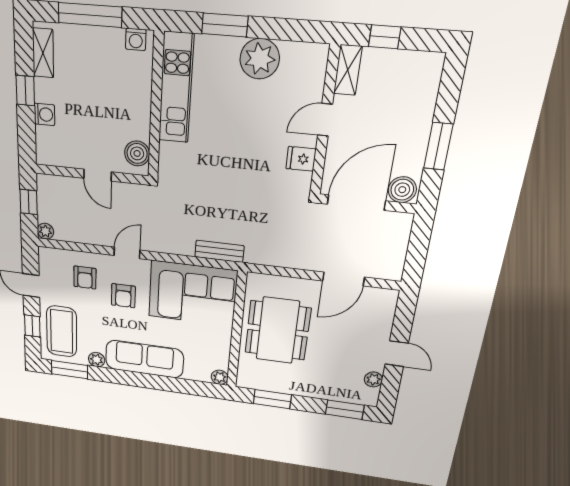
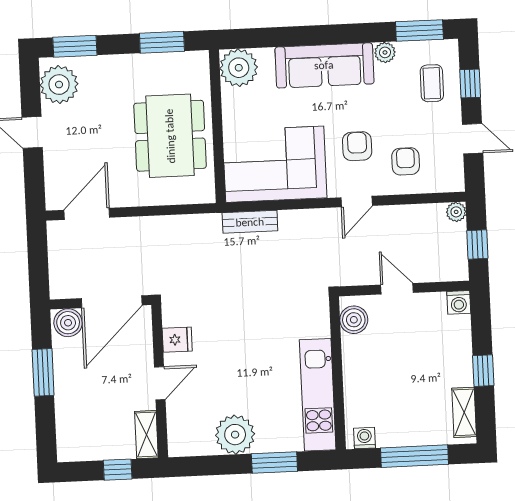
washing machine: (44, 114) -> (459, 302), moved, turned -90
door: (343, 279) -> (87, 214), moved
coffee table: (62, 331) -> (432, 83), width x0.54, depth x0.58
plant: (220, 377) -> (239, 68), width x1.87, depth x1.87
plant: (373, 379) -> (59, 85), width x1.87, depth x1.87

